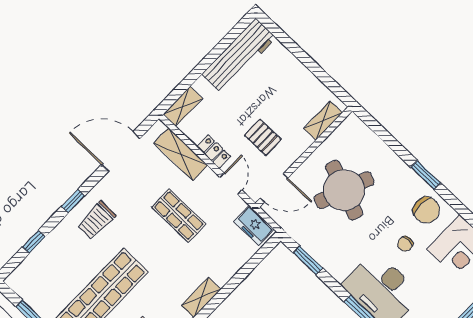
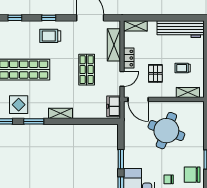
trolley: (288, 98) -> (183, 68), added
chair: (426, 210) -> (192, 175), turned 90
window: (308, 260) -> (121, 159), moved

